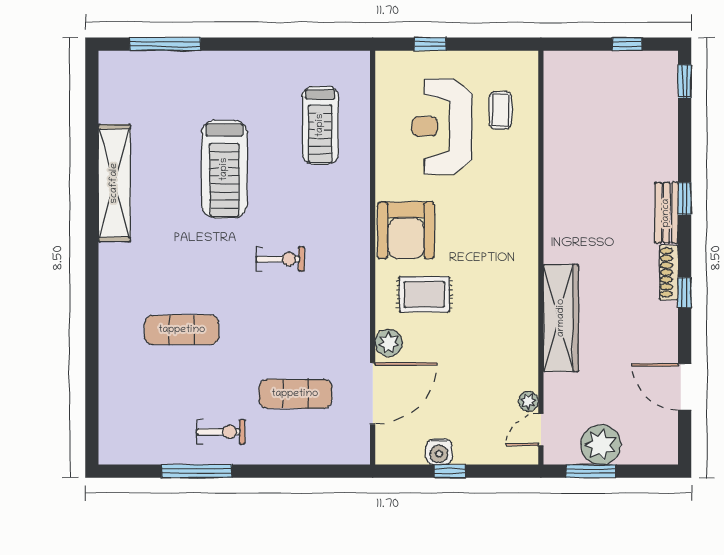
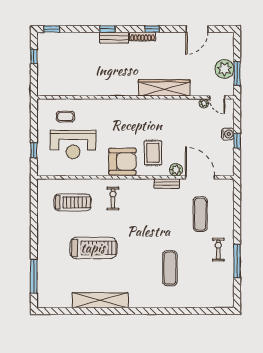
exercise bike: (280, 259) -> (113, 198), moved
bench: (360, 323) -> (167, 184), added
water cooler: (439, 452) -> (228, 134), moved

